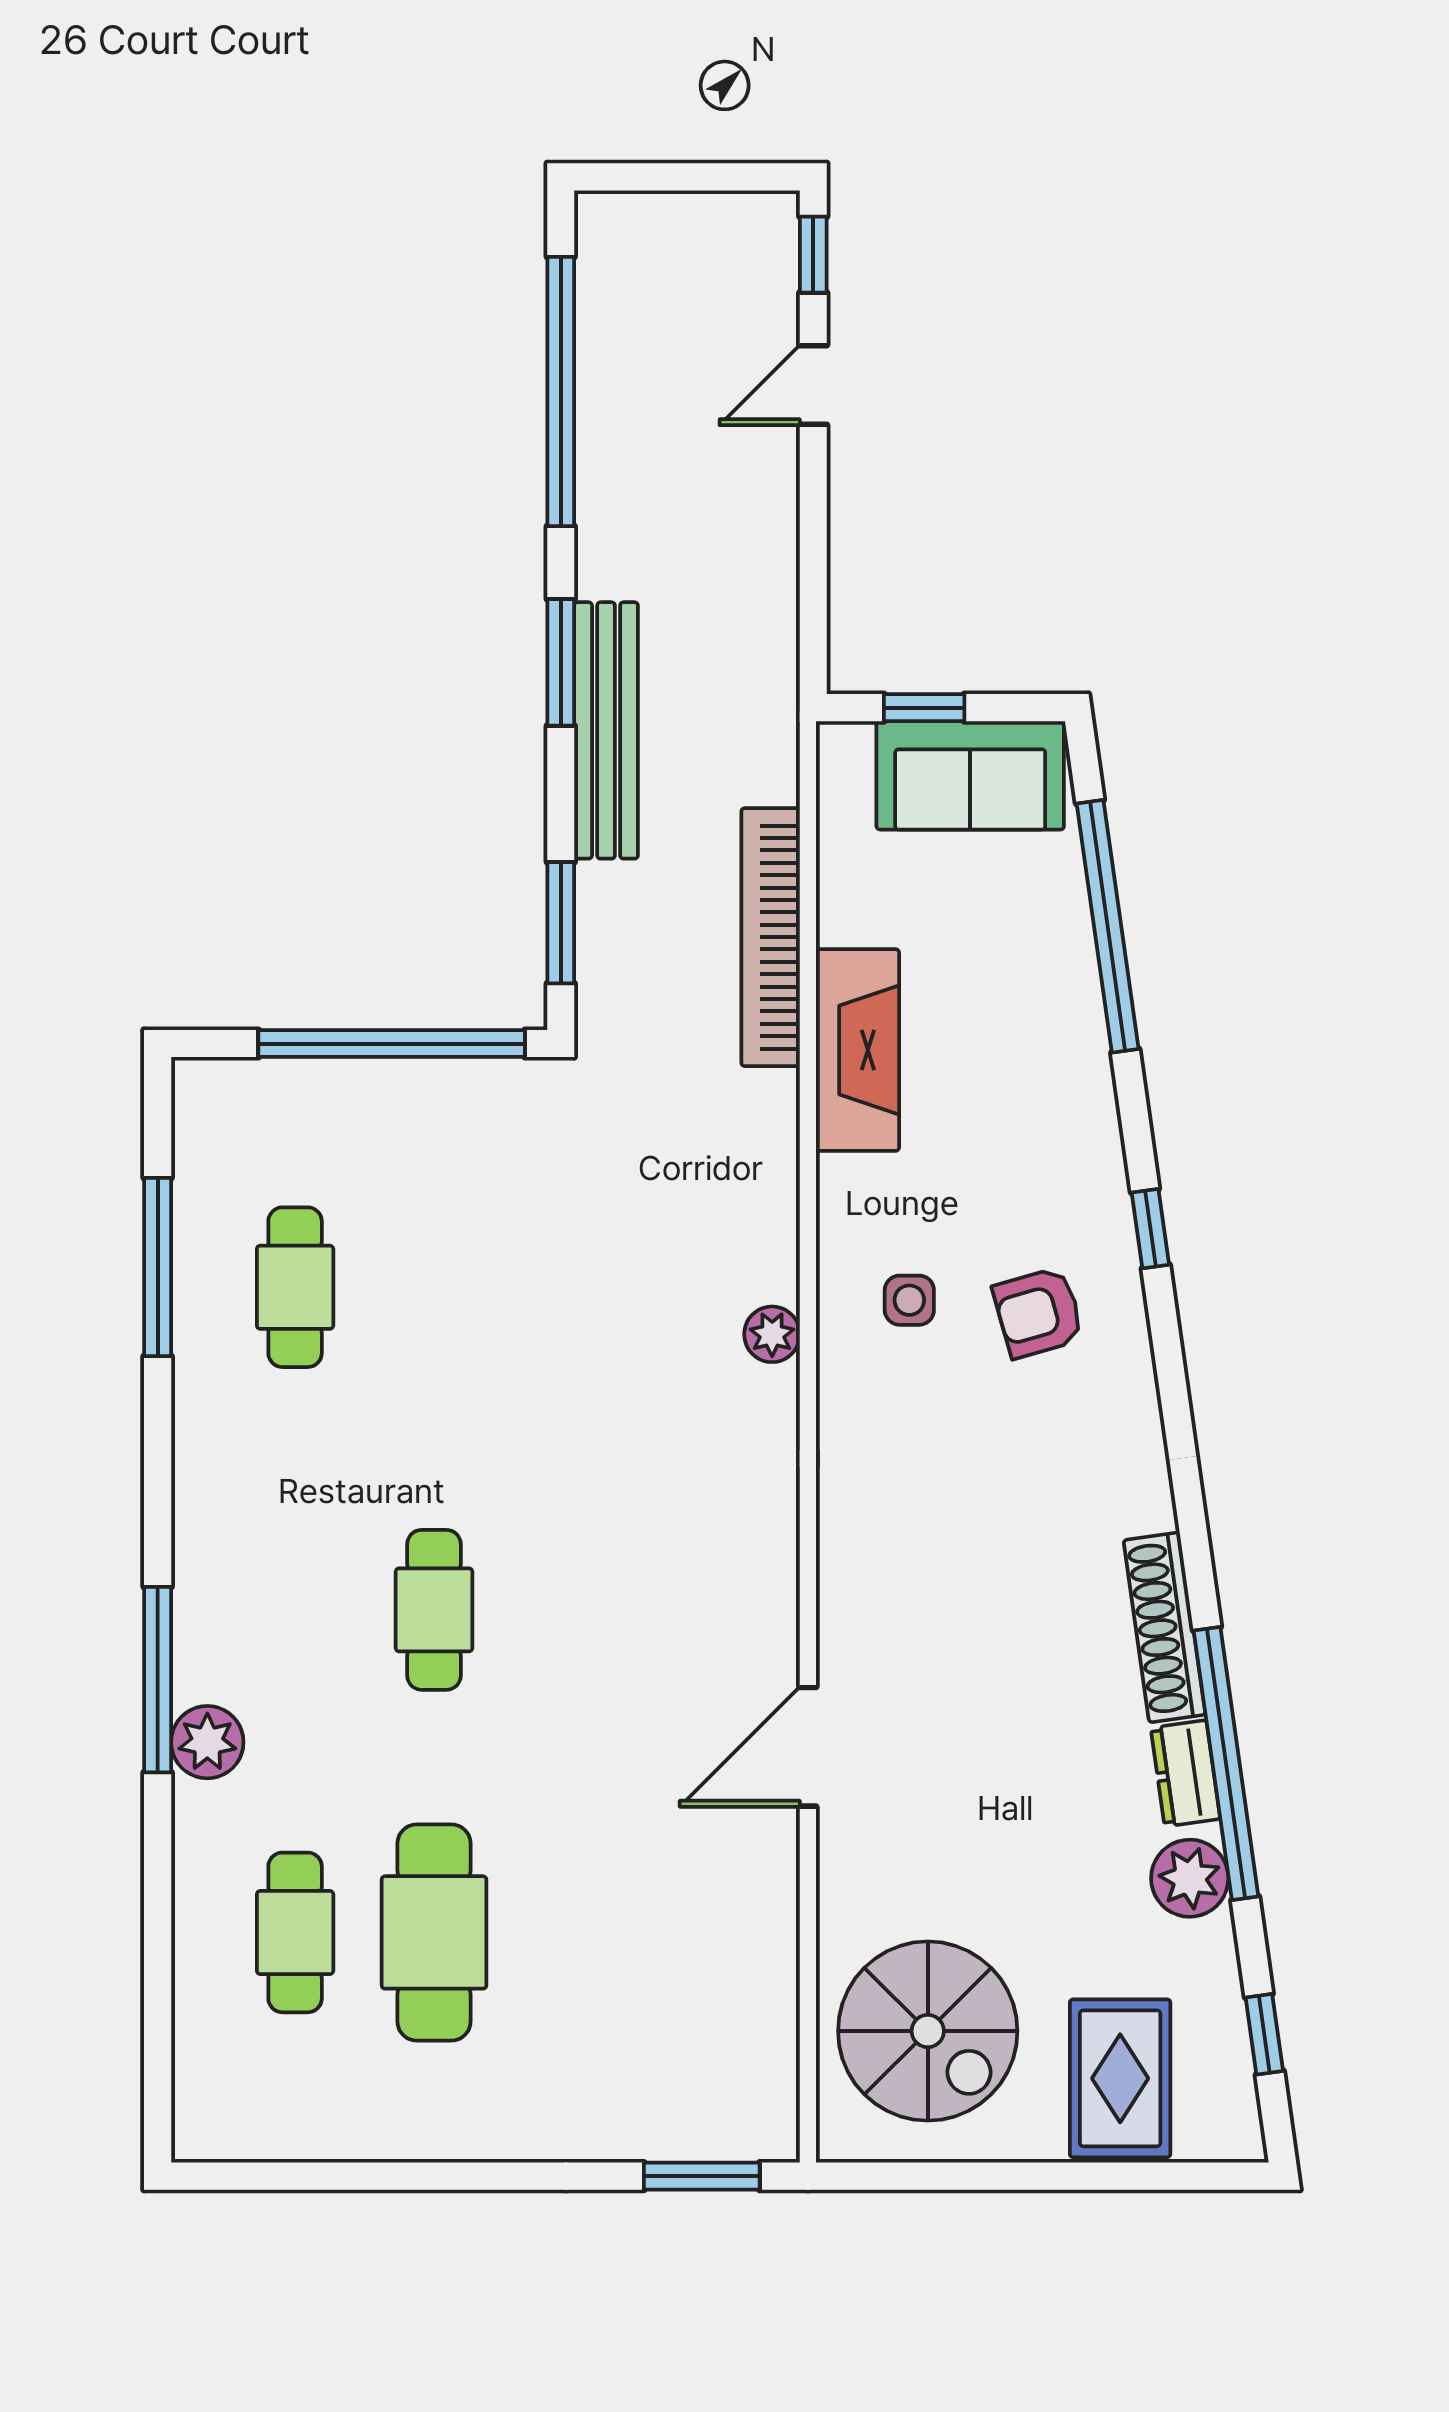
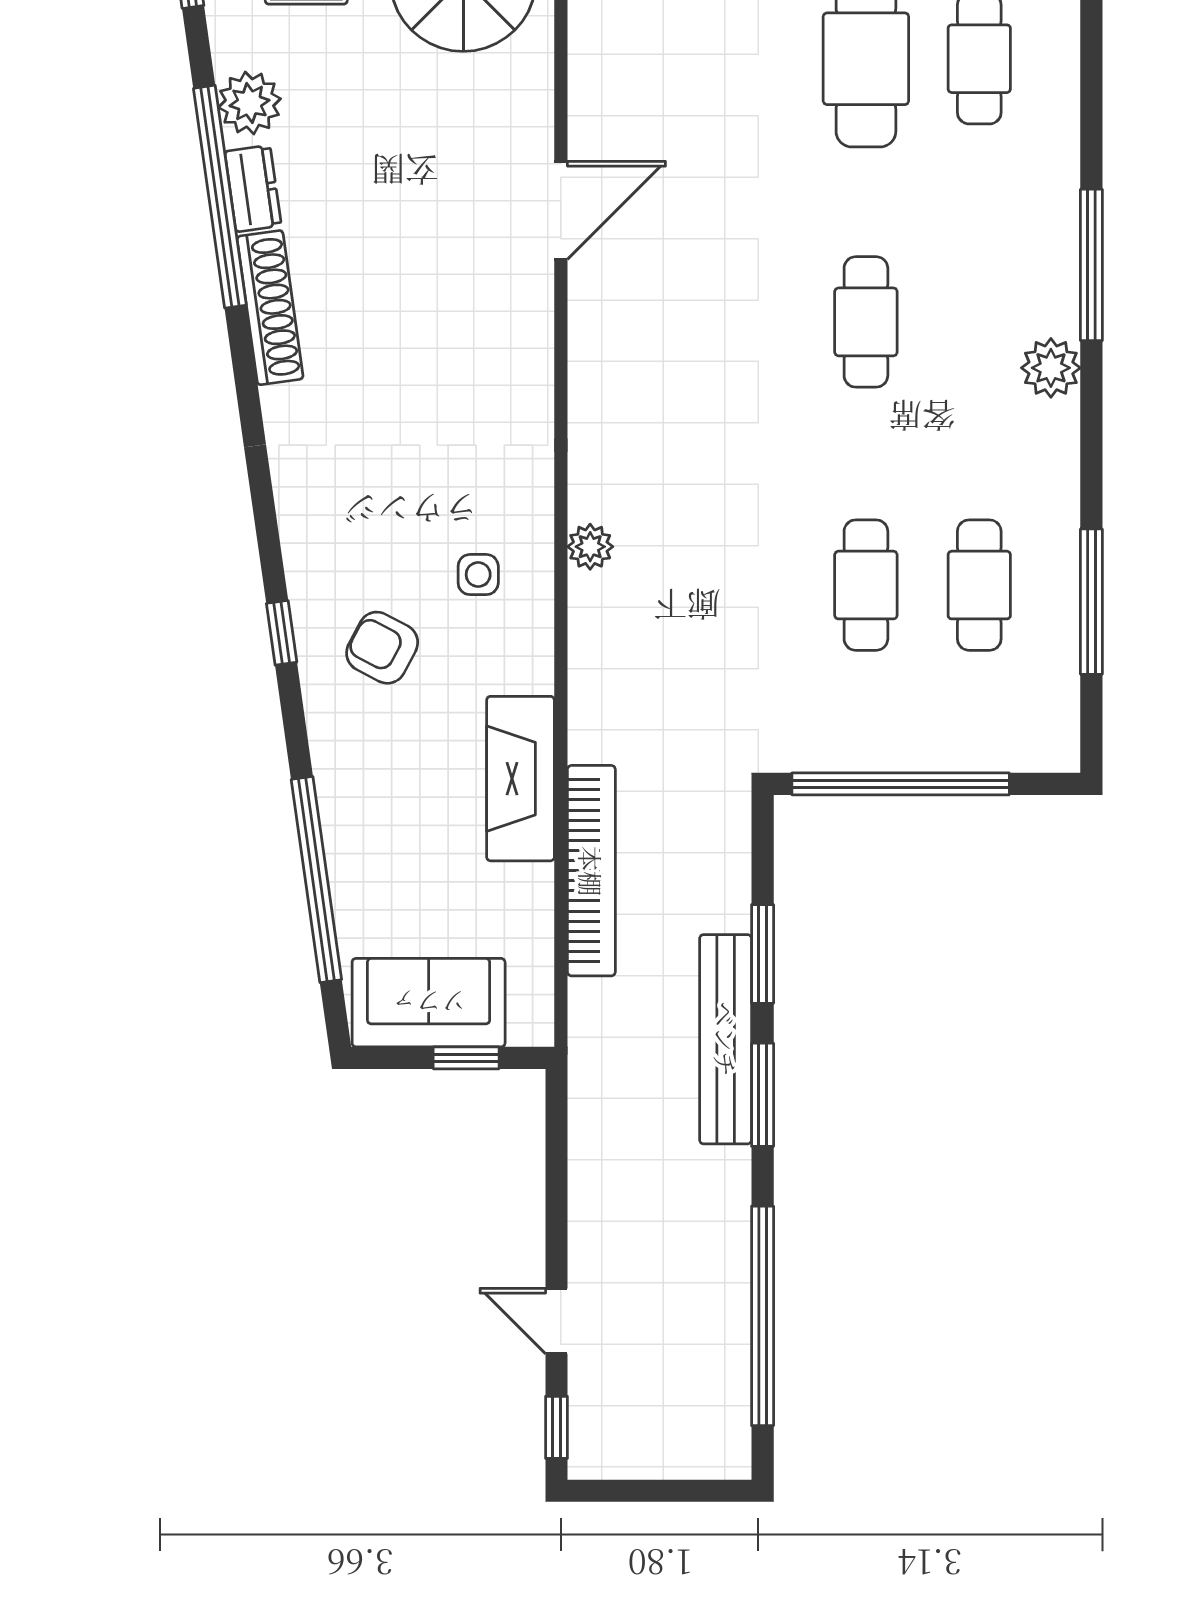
door: (813, 385) -> (557, 1321), swing flipped
window: (561, 923) -> (763, 954), moved
cafe table: (434, 1287) -> (866, 585), added
armchair: (1038, 1313) -> (382, 648), moved, turned -136
plant: (207, 1742) -> (1051, 368), moved

